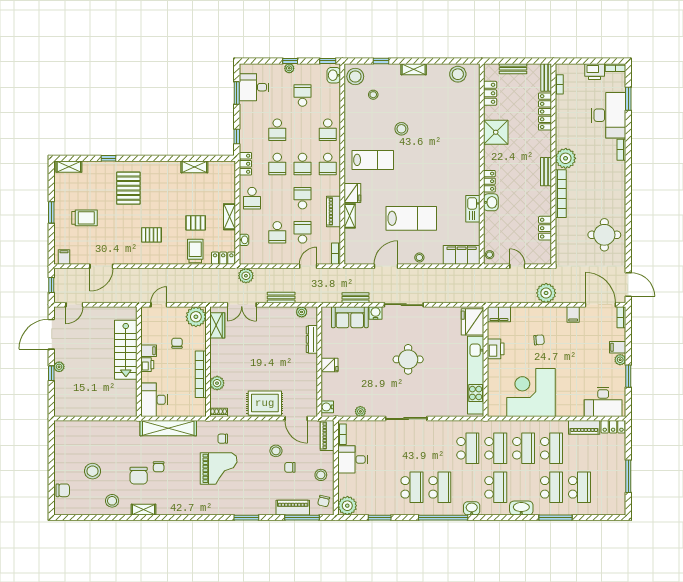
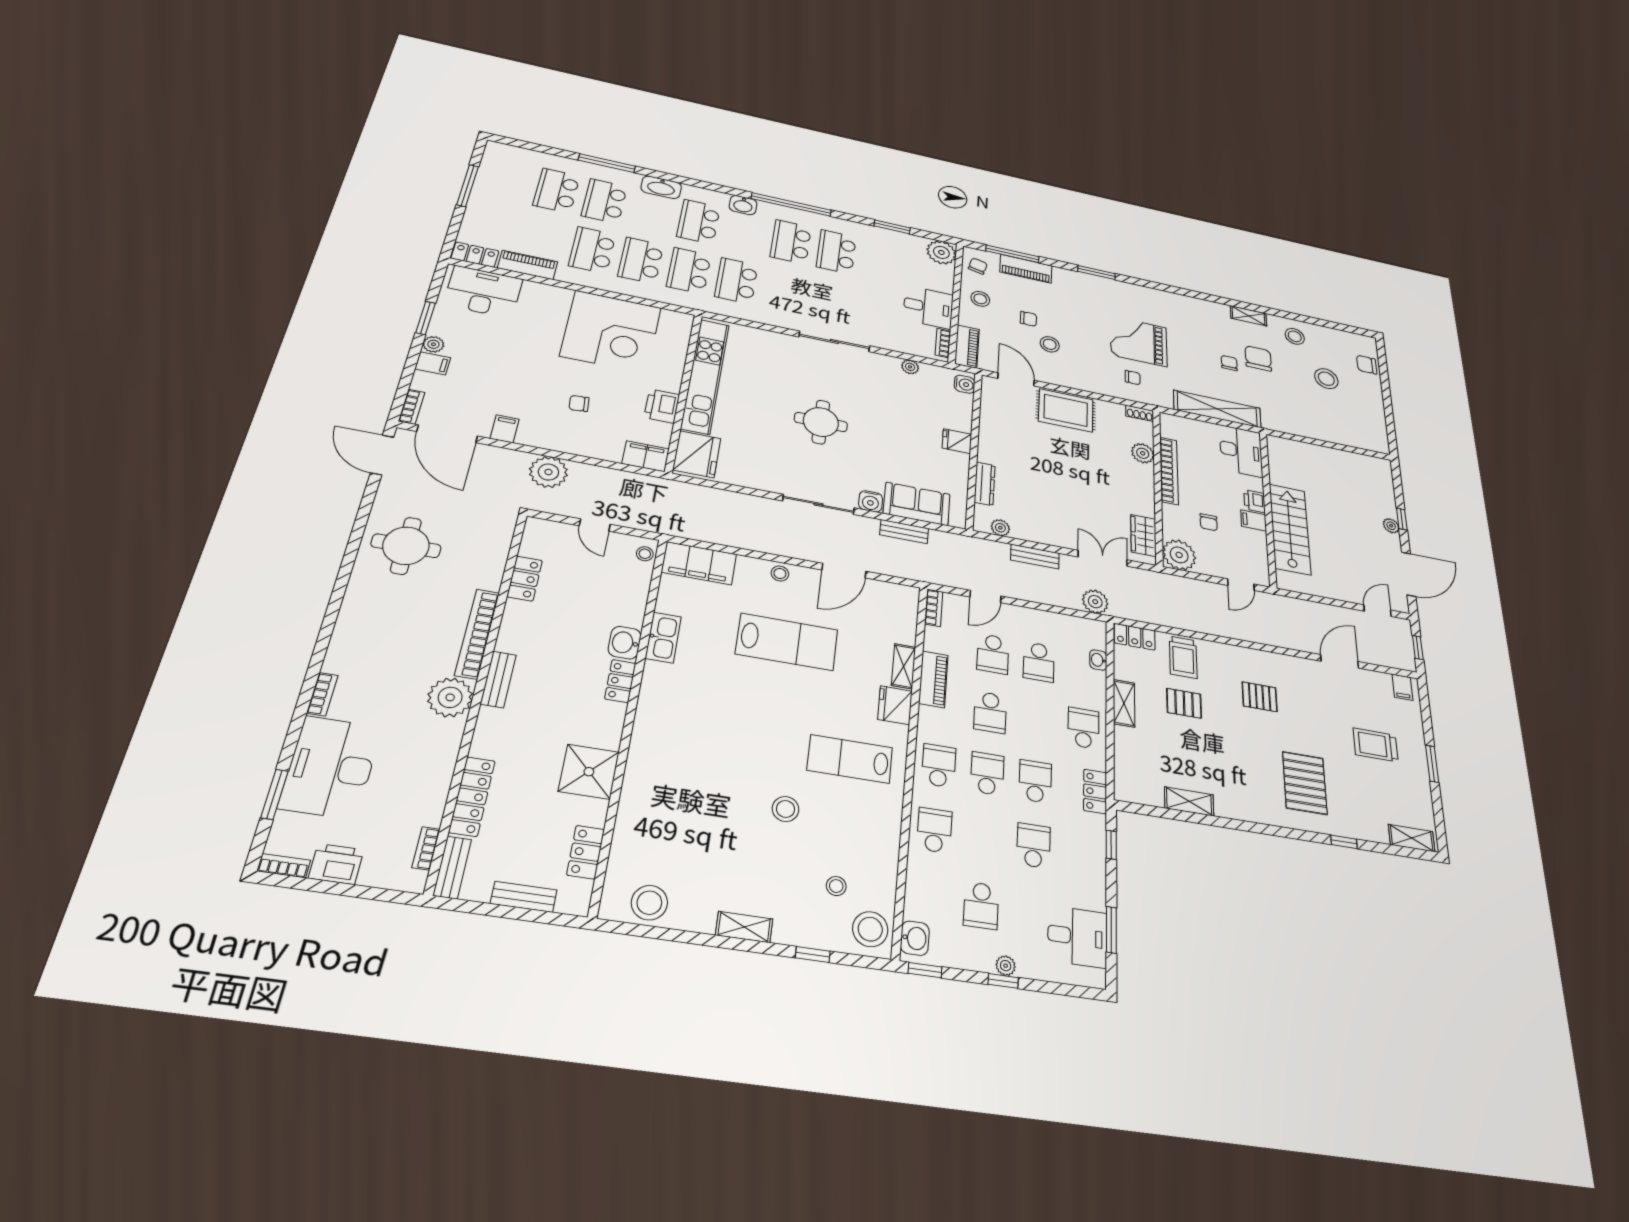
lab bench: (411, 218) -> (787, 642), turned 180
school desk: (277, 232) -> (1039, 662), turned 180

